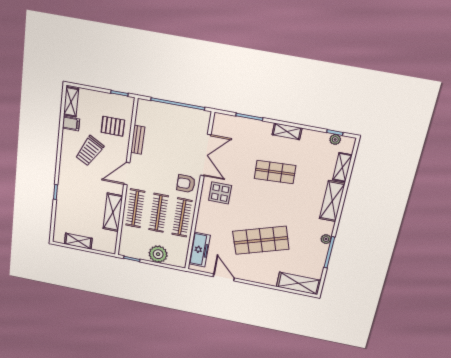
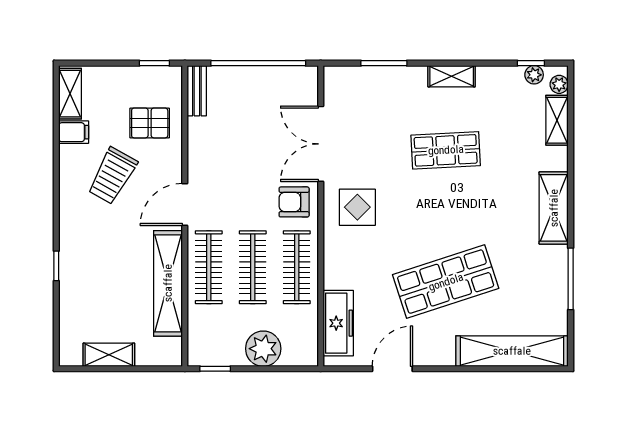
bench: (138, 140) -> (197, 91), moved
double door: (206, 155) -> (321, 144), swing flipped
shelving: (332, 201) -> (554, 208), moved
shelving: (113, 212) -> (168, 283), width x1.47
plant: (326, 239) -> (559, 84), moved
door: (224, 277) -> (392, 369), hinge flipped
shelving: (299, 283) -> (512, 351), width x1.47

